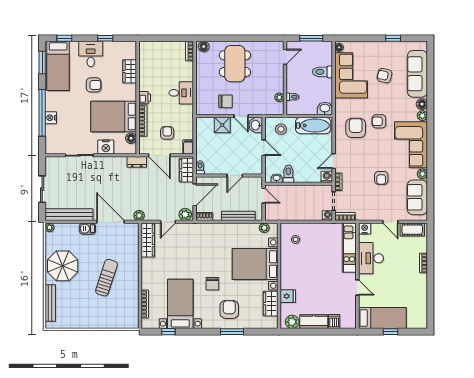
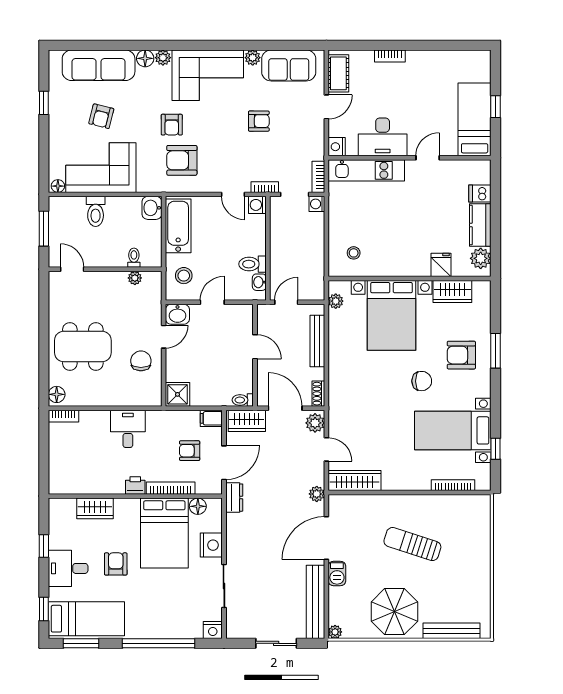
nightstand: (51, 118) -> (213, 630), moved
shower: (222, 125) -> (178, 394), moved

